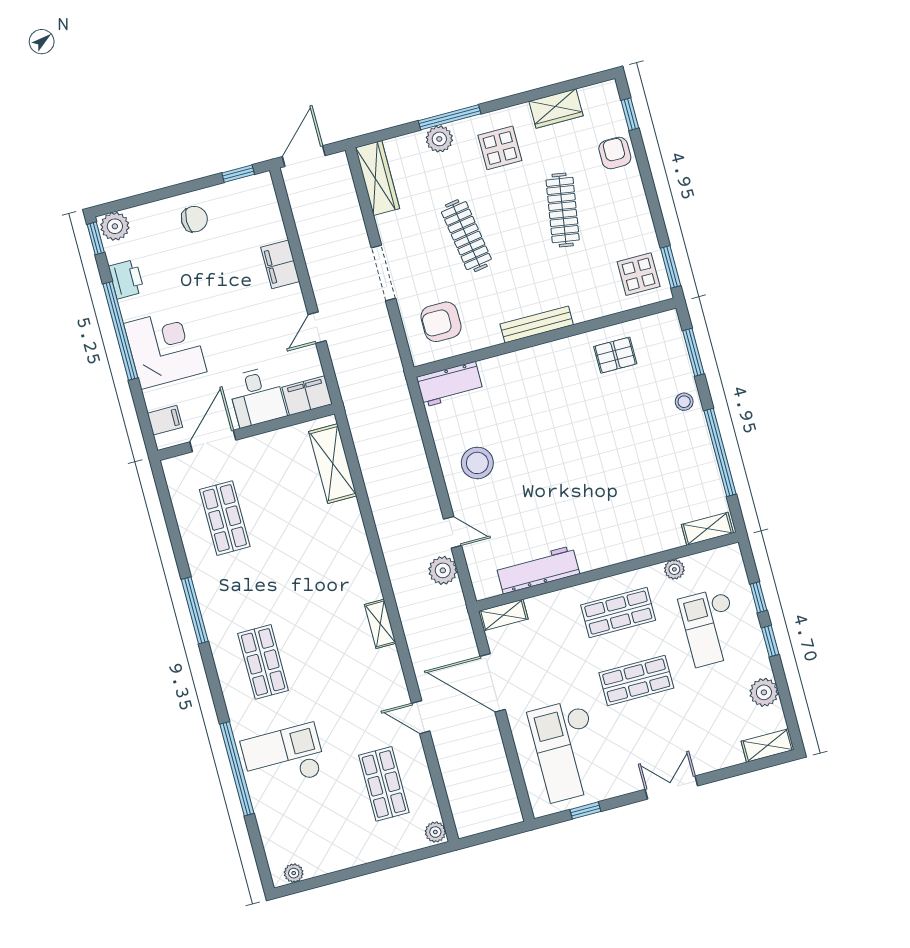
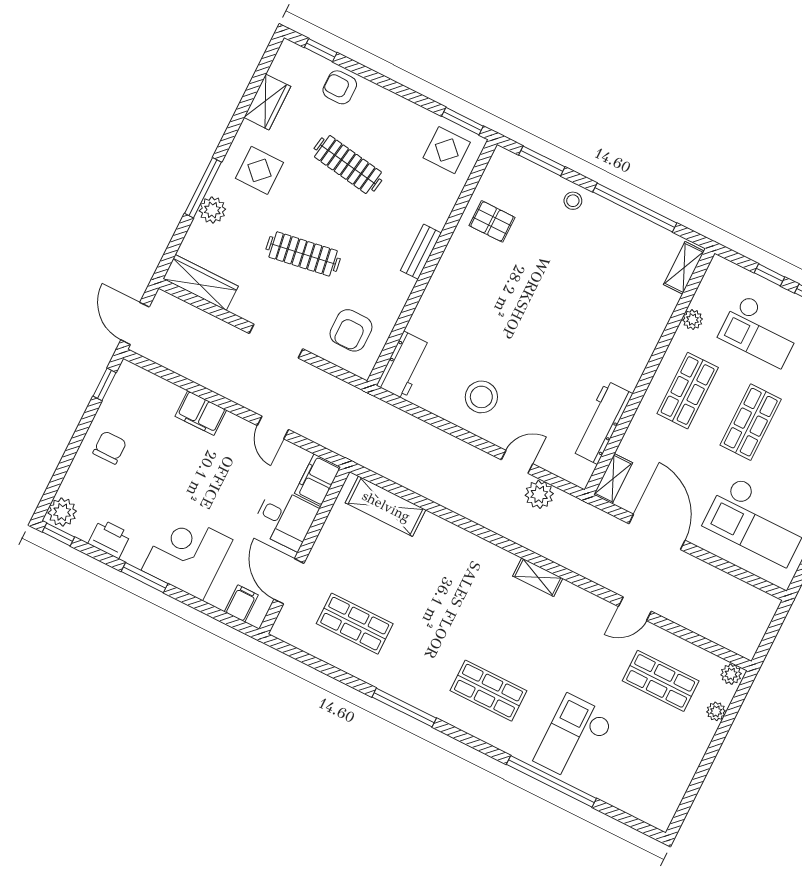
bench: (537, 324) -> (421, 252), width x0.73
window: (120, 331) -> (144, 578), width x0.47
pallet: (615, 355) -> (492, 221), turned 90
door: (493, 683) -> (657, 532), swing flipped
plant: (294, 873) -> (716, 711), moved

